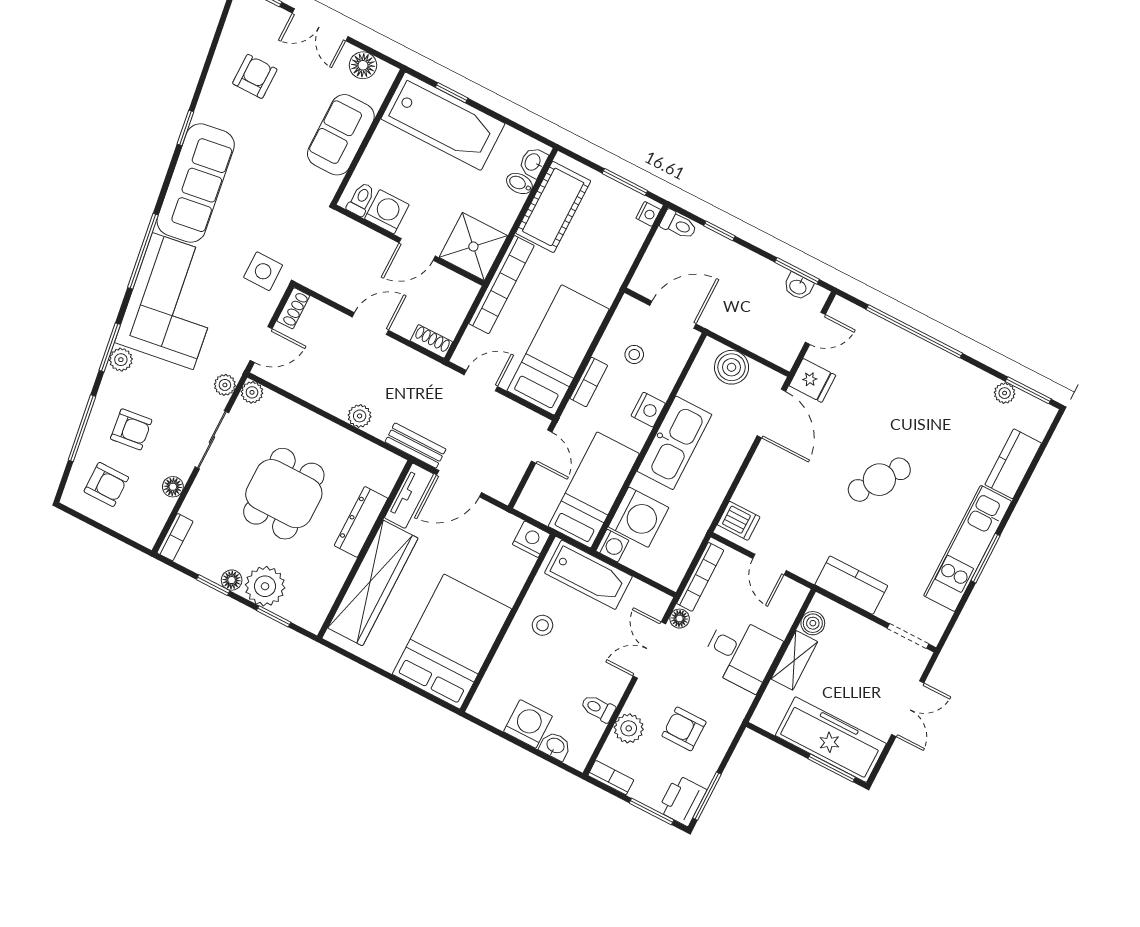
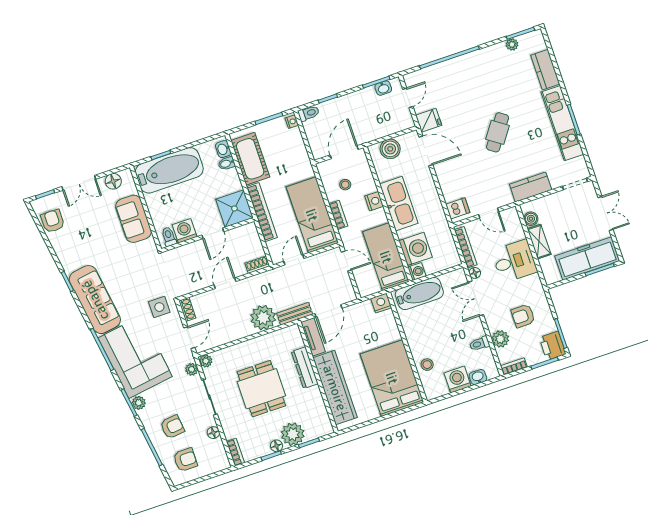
armchair: (255, 76) -> (53, 221), moved
plant: (360, 416) -> (263, 318), width x1.88, depth x1.88
stool: (542, 625) -> (427, 365), moved

